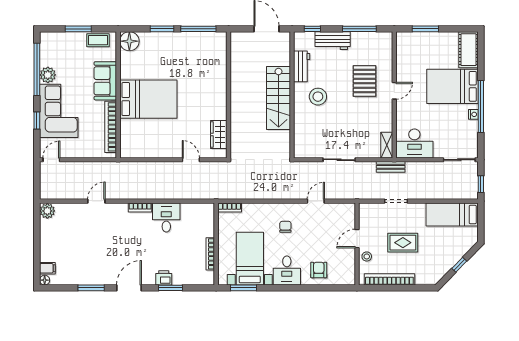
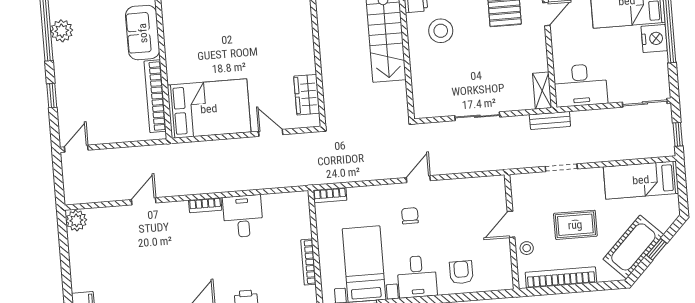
bed: (148, 99) -> (209, 109), moved
corner sofa: (59, 111) -> (81, 80), removed
nightstand: (473, 114) -> (654, 38), width x1.89, depth x1.79
door: (316, 201) -> (418, 179), moved
cot: (443, 262) -> (633, 247), added

